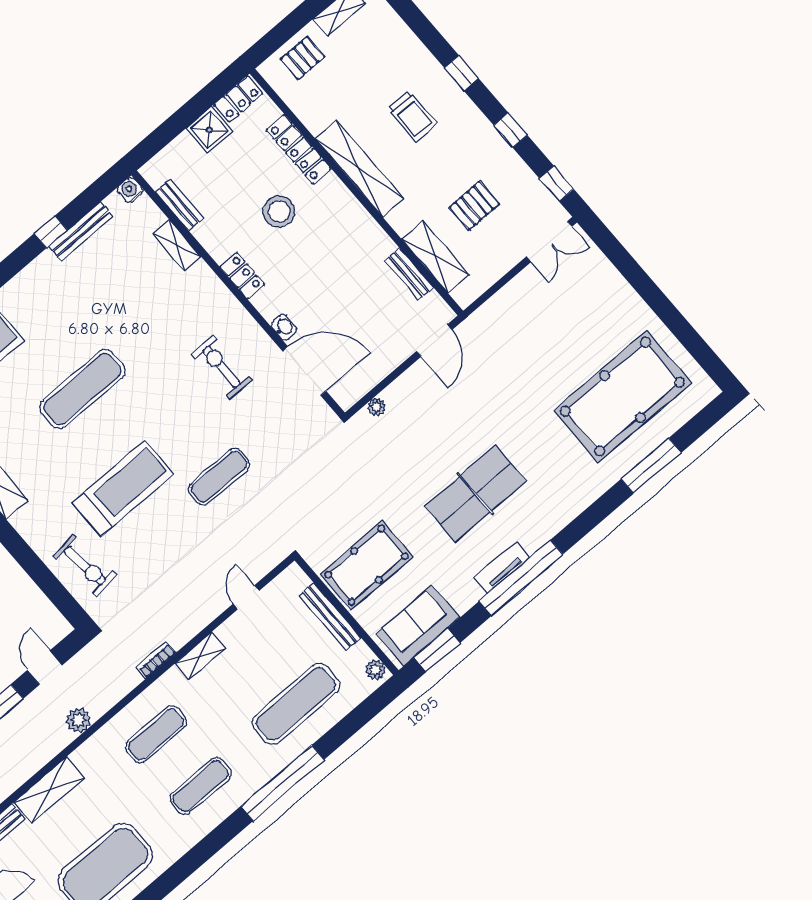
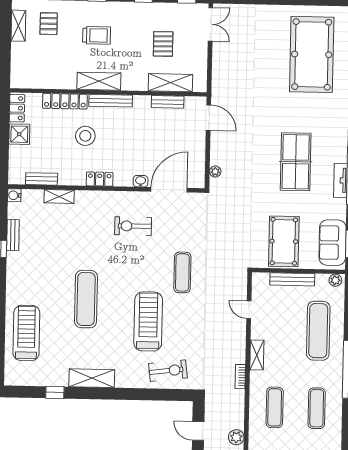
pallet: (303, 58) -> (49, 24), moved
shelving: (359, 169) -> (99, 81), width x0.68
bench: (349, 204) -> (111, 101), added
bench: (81, 231) -> (13, 235), width x0.73

